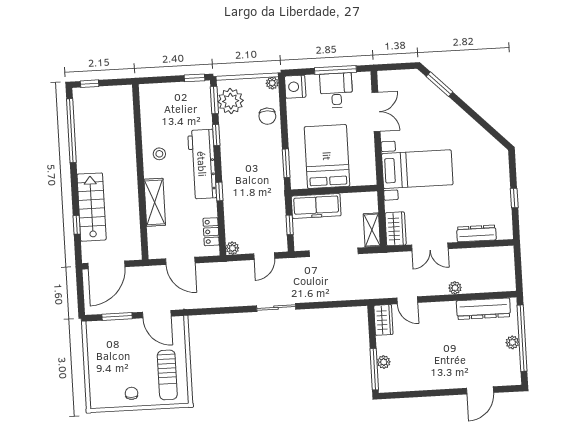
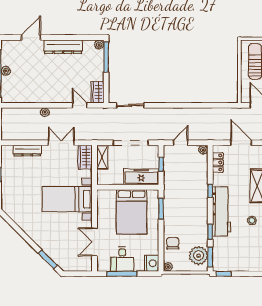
sliding door: (276, 308) -> (130, 105), moved
dresser: (483, 309) -> (63, 47), moved, turned 180
plant: (384, 362) -> (99, 45), moved

